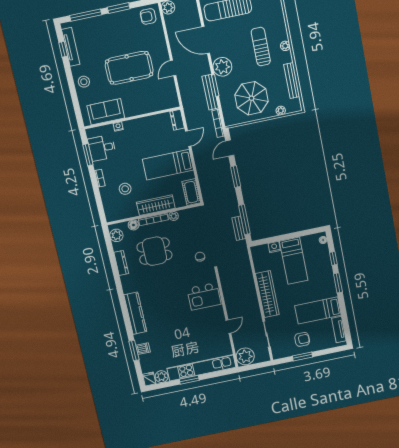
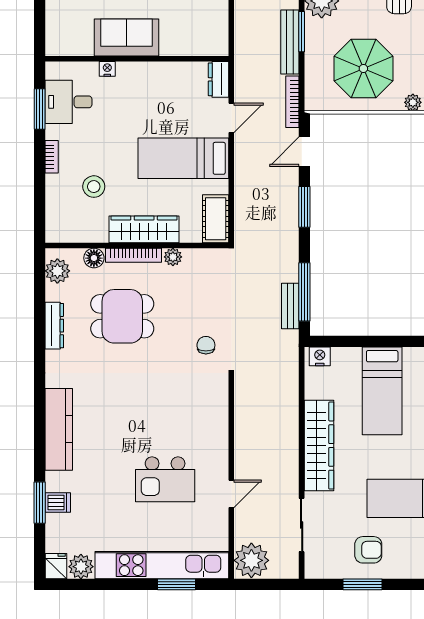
sofa: (106, 112) -> (127, 37), moved
nightstand: (274, 247) -> (320, 356), moved
kitchen island: (204, 296) -> (165, 479), moved
window: (189, 380) -> (176, 584), moved

